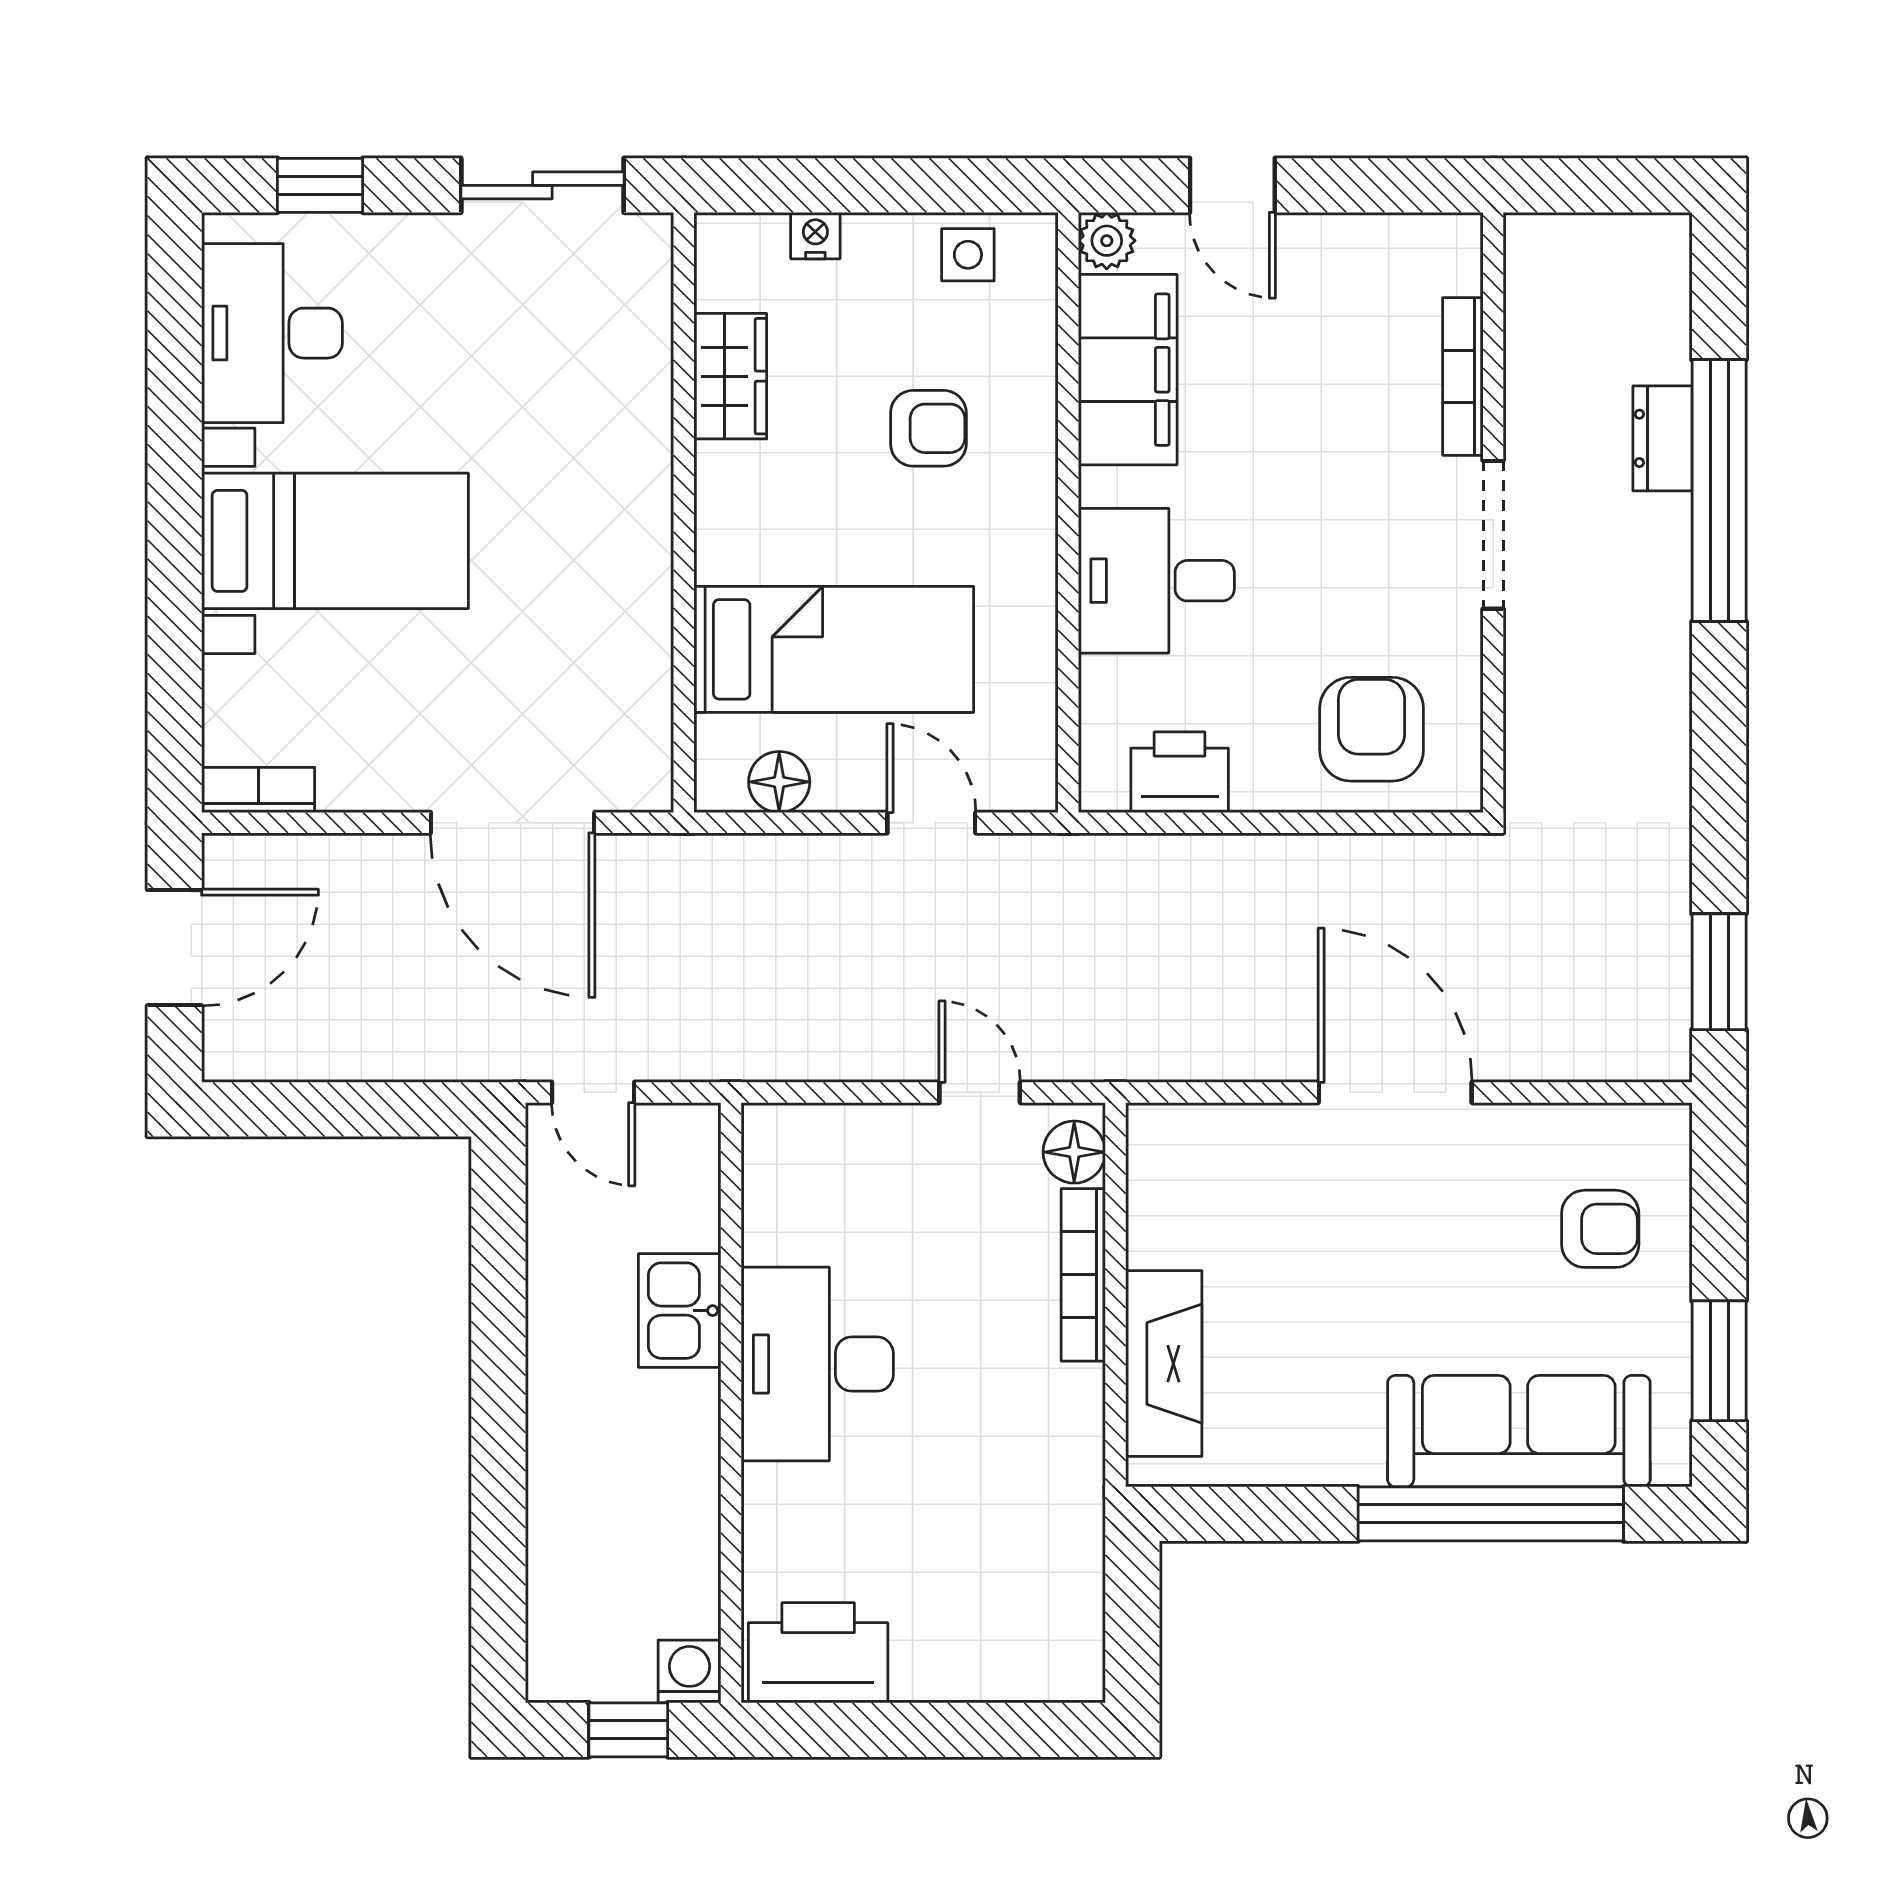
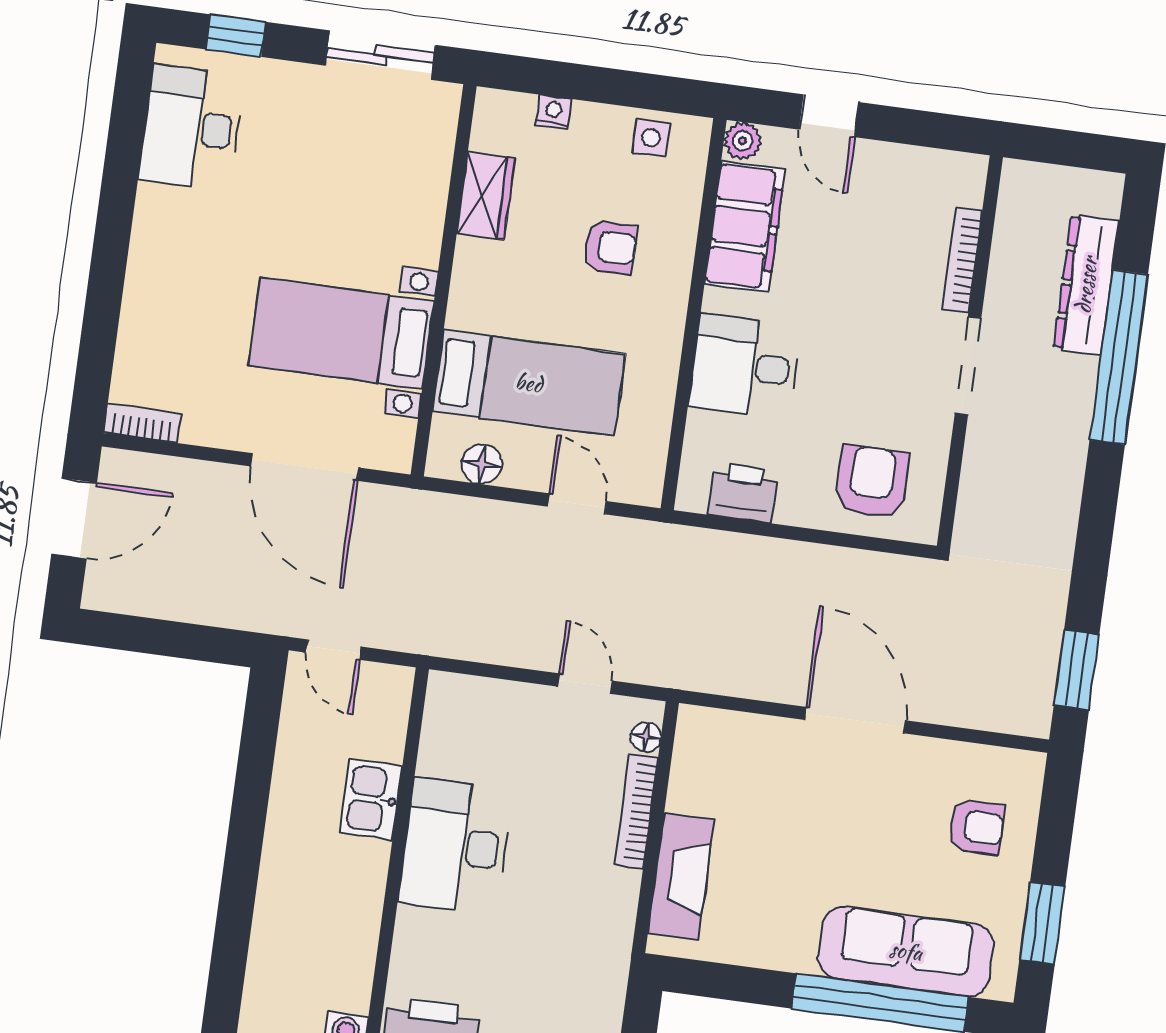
dresser: (1662, 438) -> (1086, 285), width x1.96, depth x1.24
bed with nightstands: (335, 541) -> (341, 333), moved, turned 180
floor lamp: (1074, 1152) -> (646, 737), width x0.73, depth x0.73

